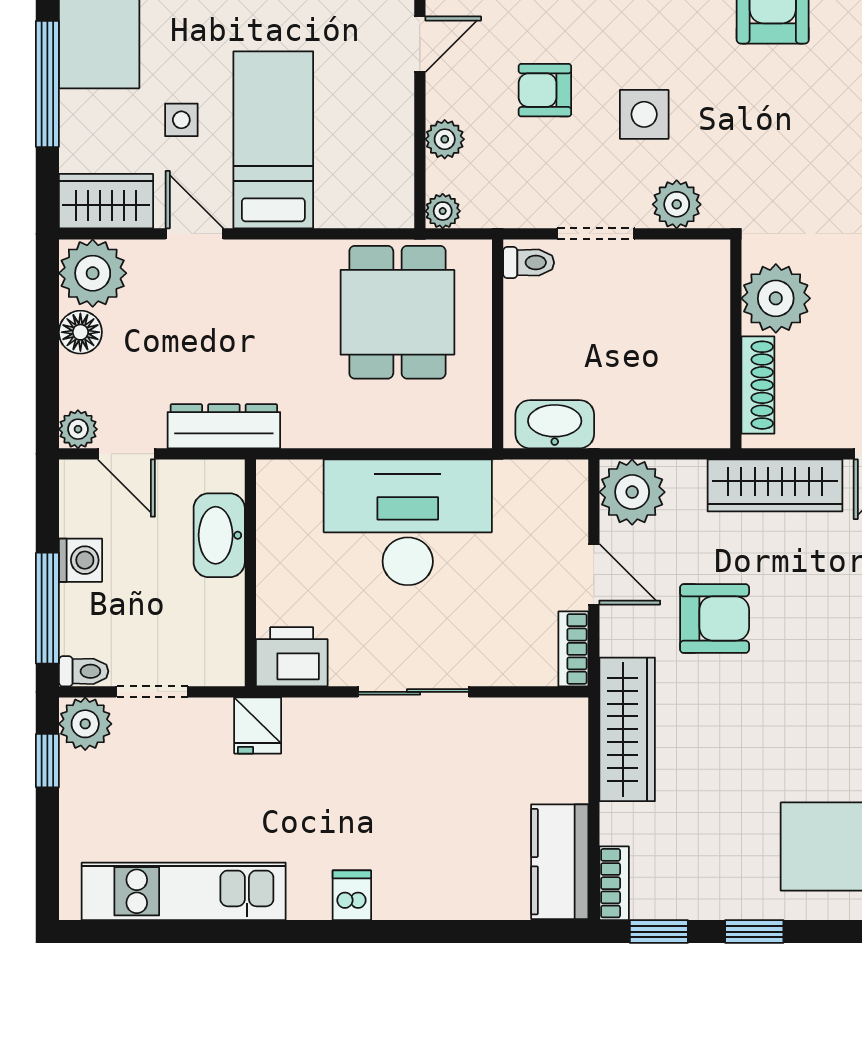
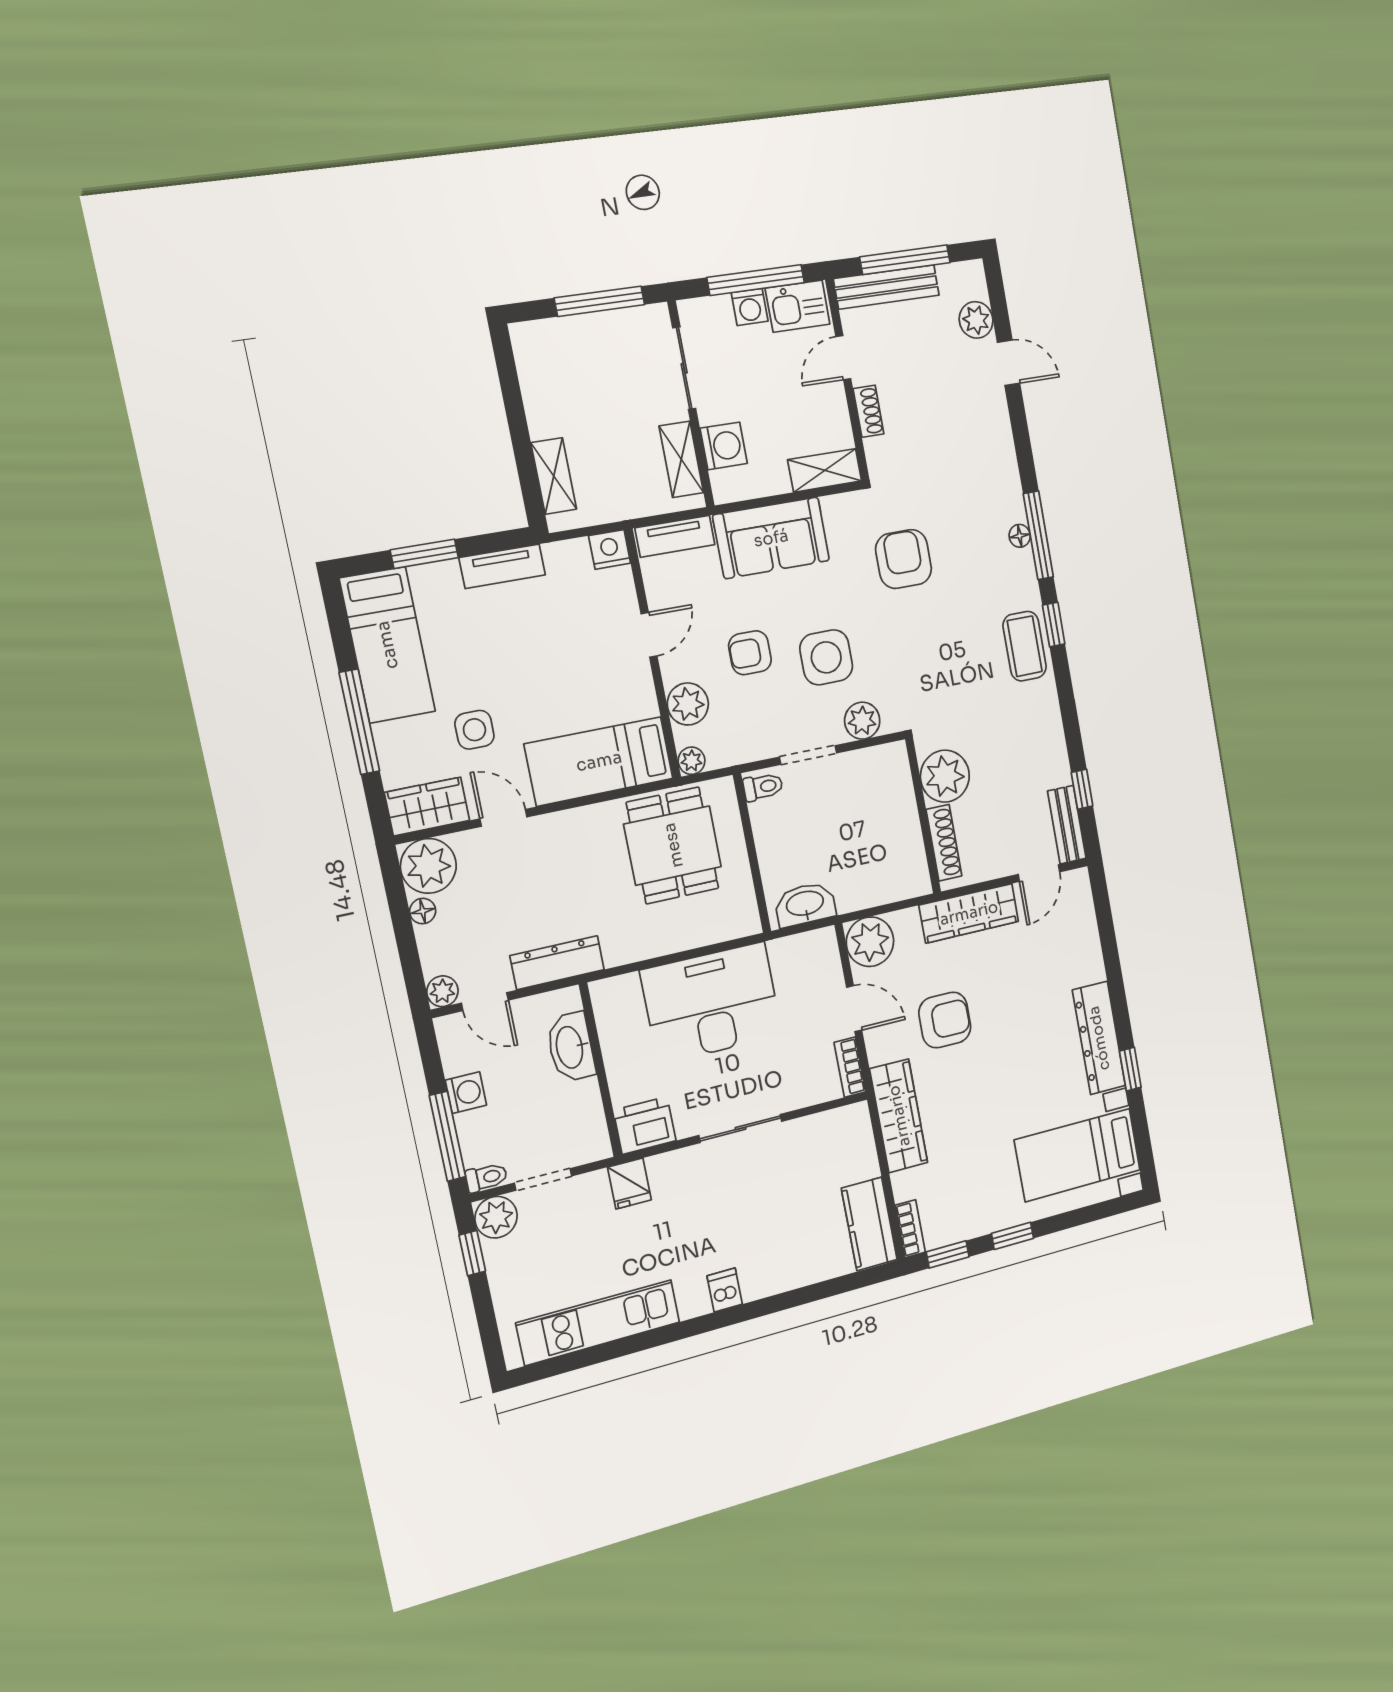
side table: (644, 114) -> (826, 657), width x1.37, depth x1.37
side table: (181, 120) -> (474, 730), width x1.37, depth x1.37
plant: (445, 139) -> (688, 704), width x1.38, depth x1.38
bed: (273, 140) -> (599, 761), moved, turned -90
floor lamp: (80, 332) -> (423, 911), width x0.73, depth x0.73

